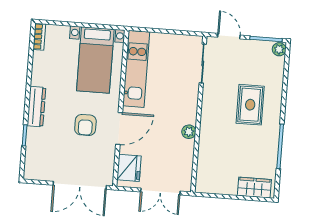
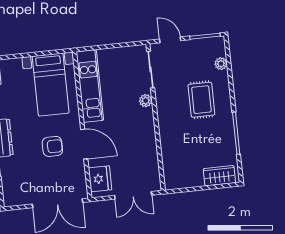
plant: (279, 49) -> (221, 64), moved
armchair: (85, 125) -> (52, 146), turned -90
door: (119, 129) -> (84, 144), hinge flipped
plant: (189, 132) -> (146, 101), moved

